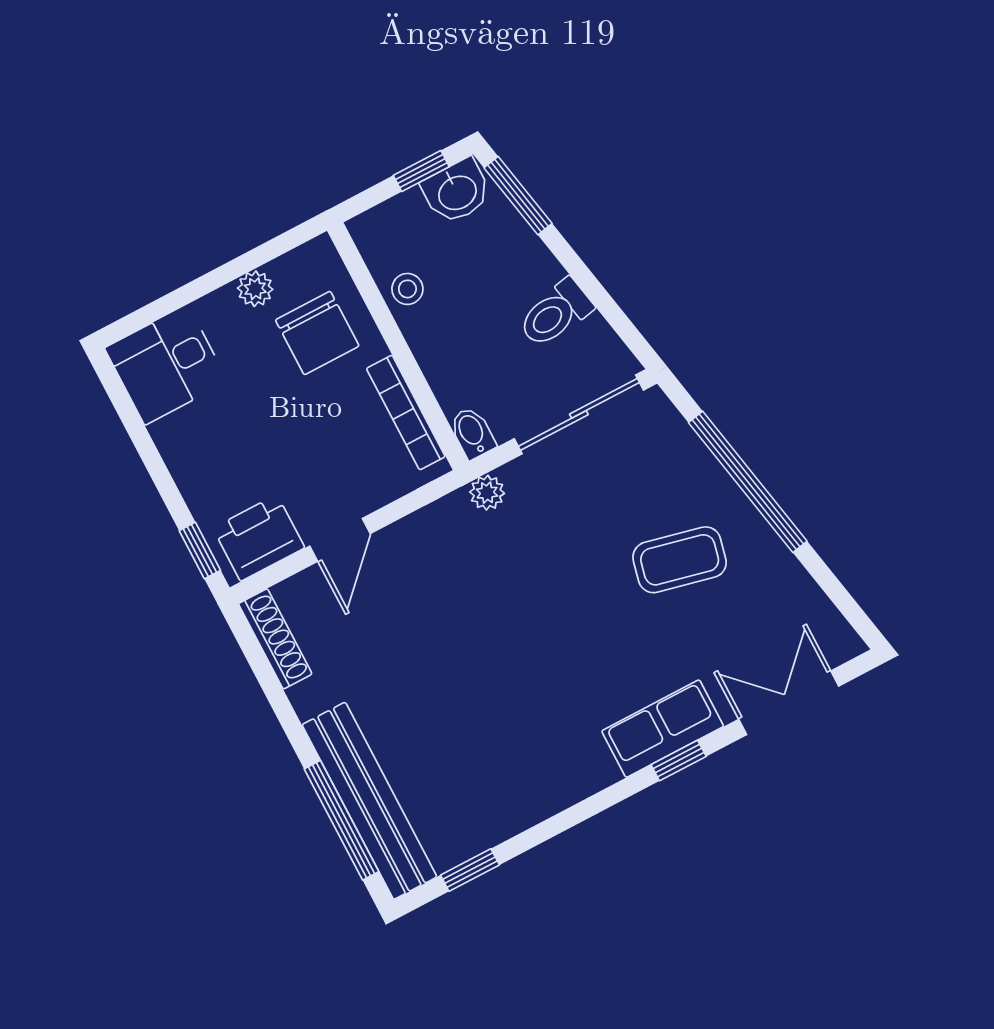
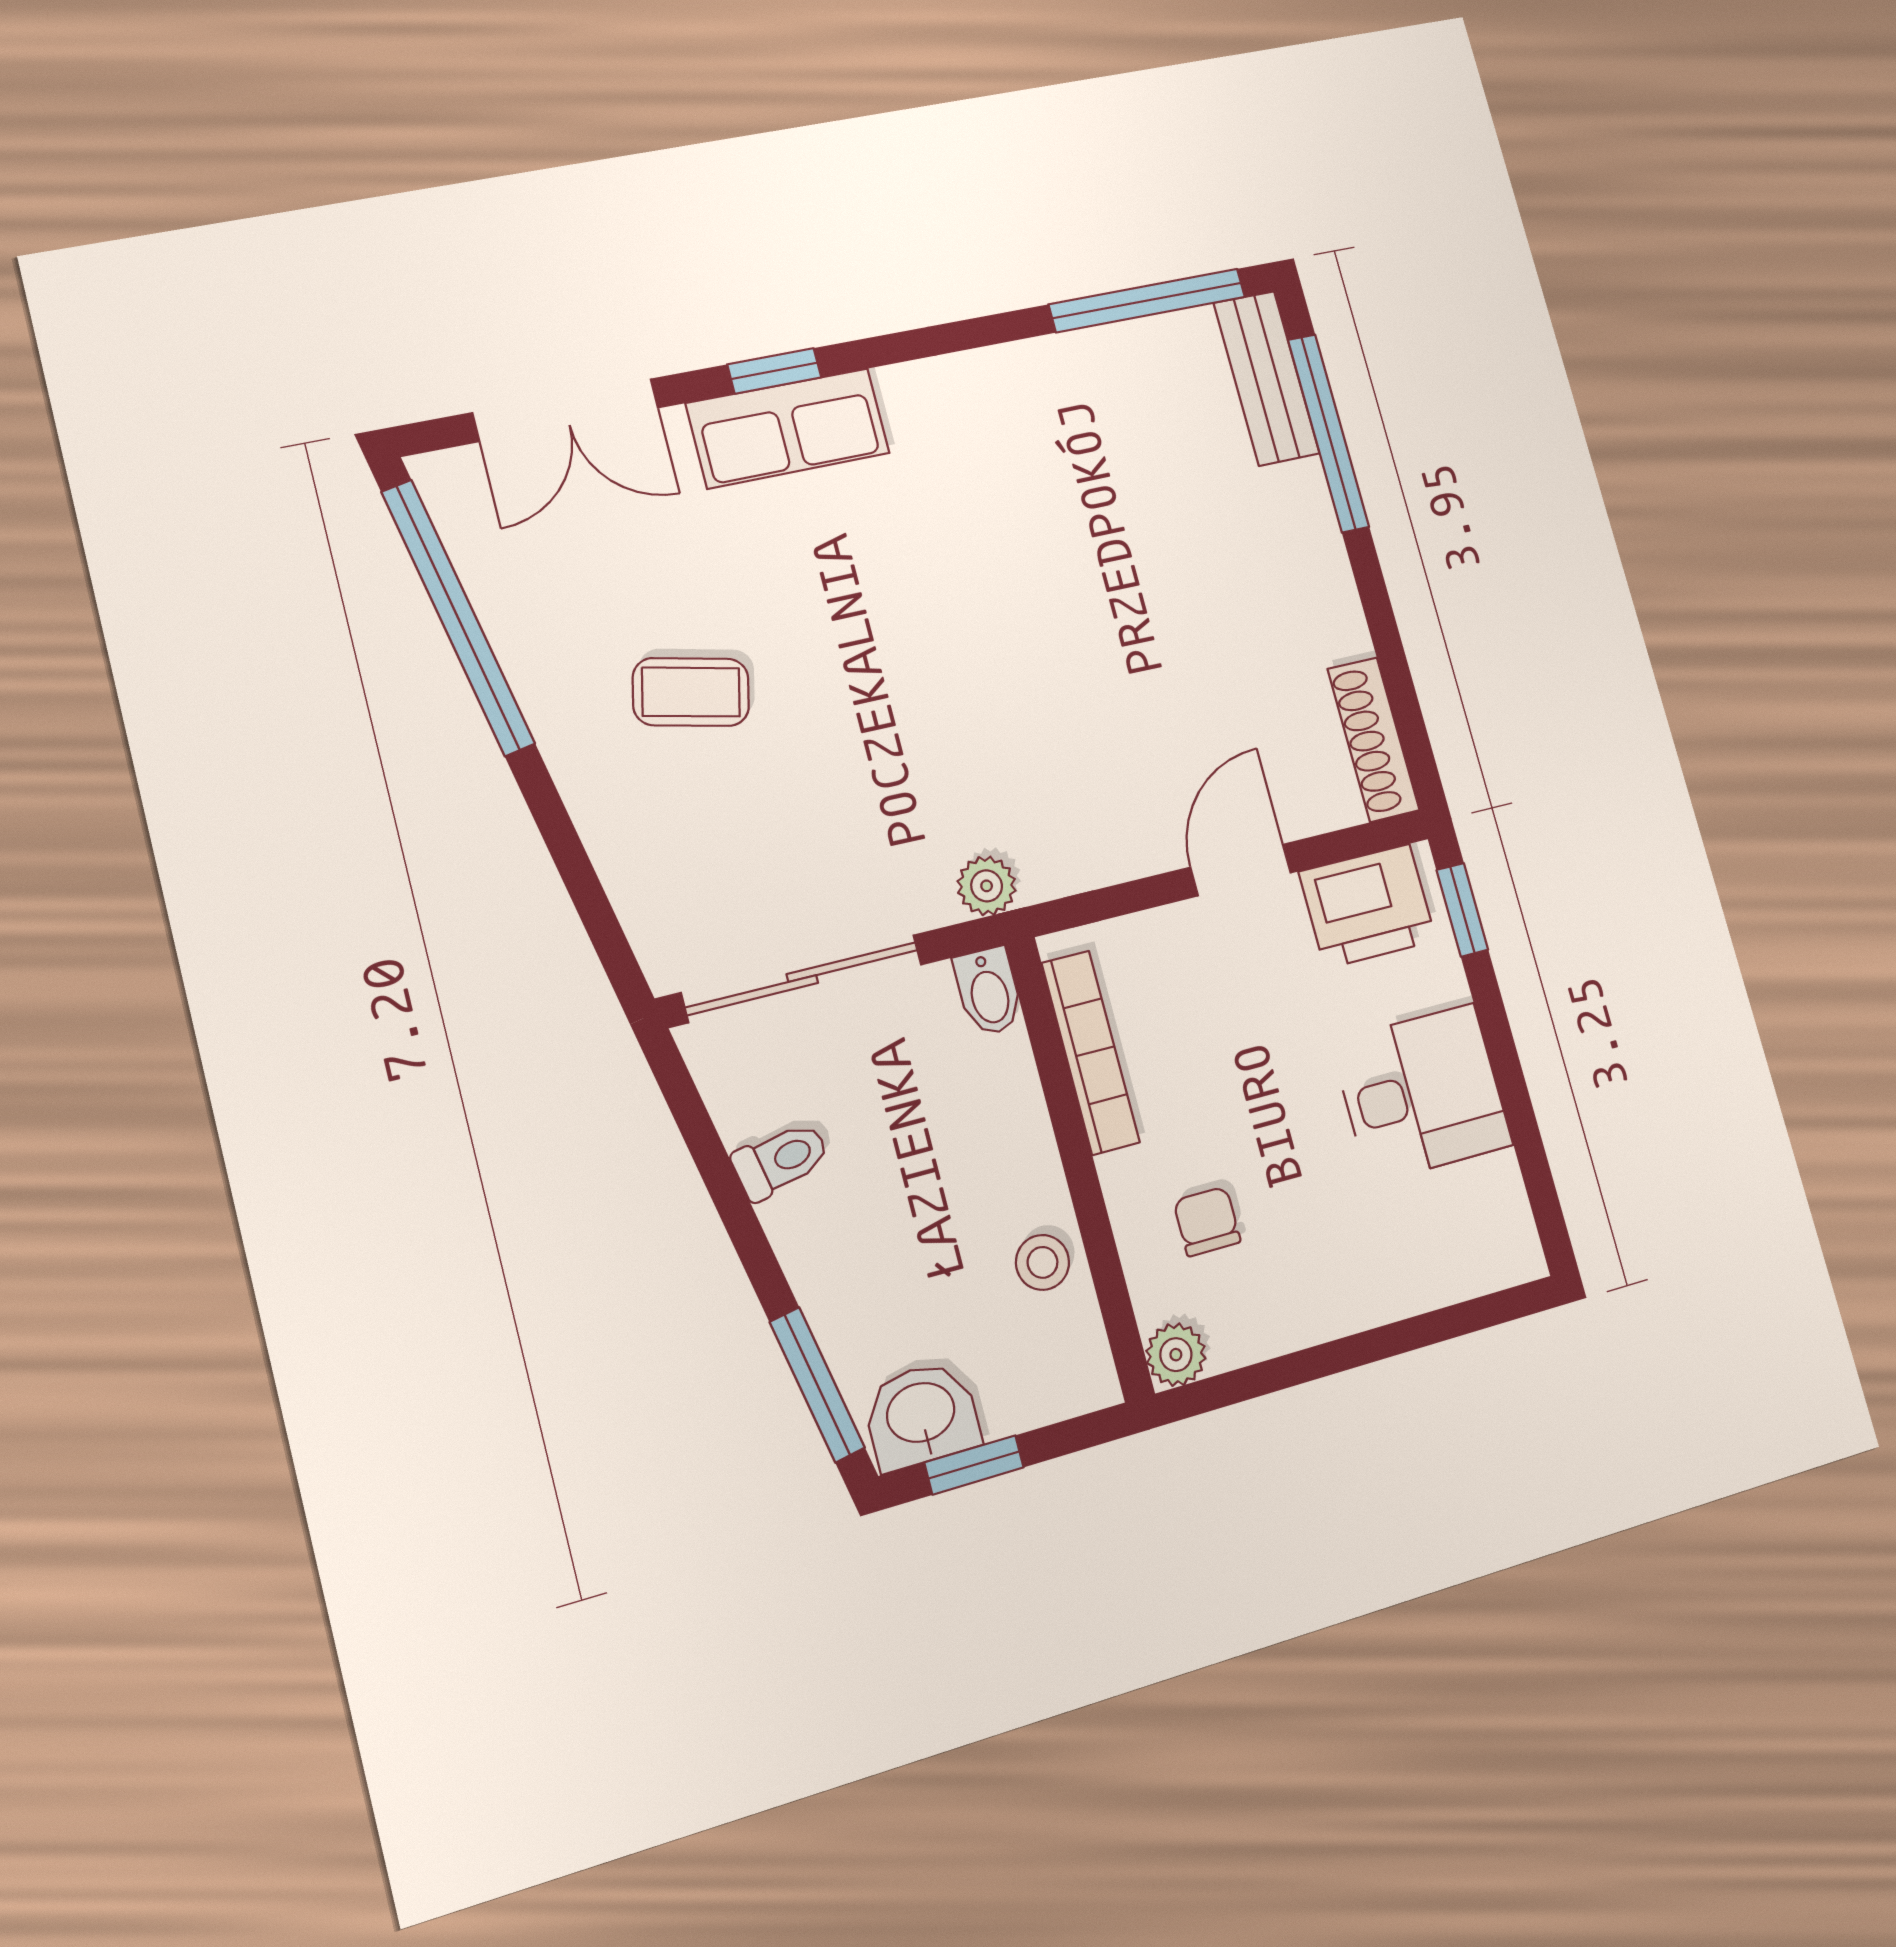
plant: (255, 289) -> (1176, 1355), moved
toilet: (555, 313) -> (781, 1160), width x0.73, depth x0.72
chair: (317, 333) -> (1207, 1221), width x0.54, depth x0.54
desk: (166, 365) -> (1422, 1093), moved
window: (748, 482) -> (458, 618), moved
coffee table: (680, 560) -> (691, 692), width x0.73, depth x0.77
bench: (369, 801) -> (1267, 378), width x0.54, depth x0.82
window: (470, 870) -> (1147, 301), width x2.17

